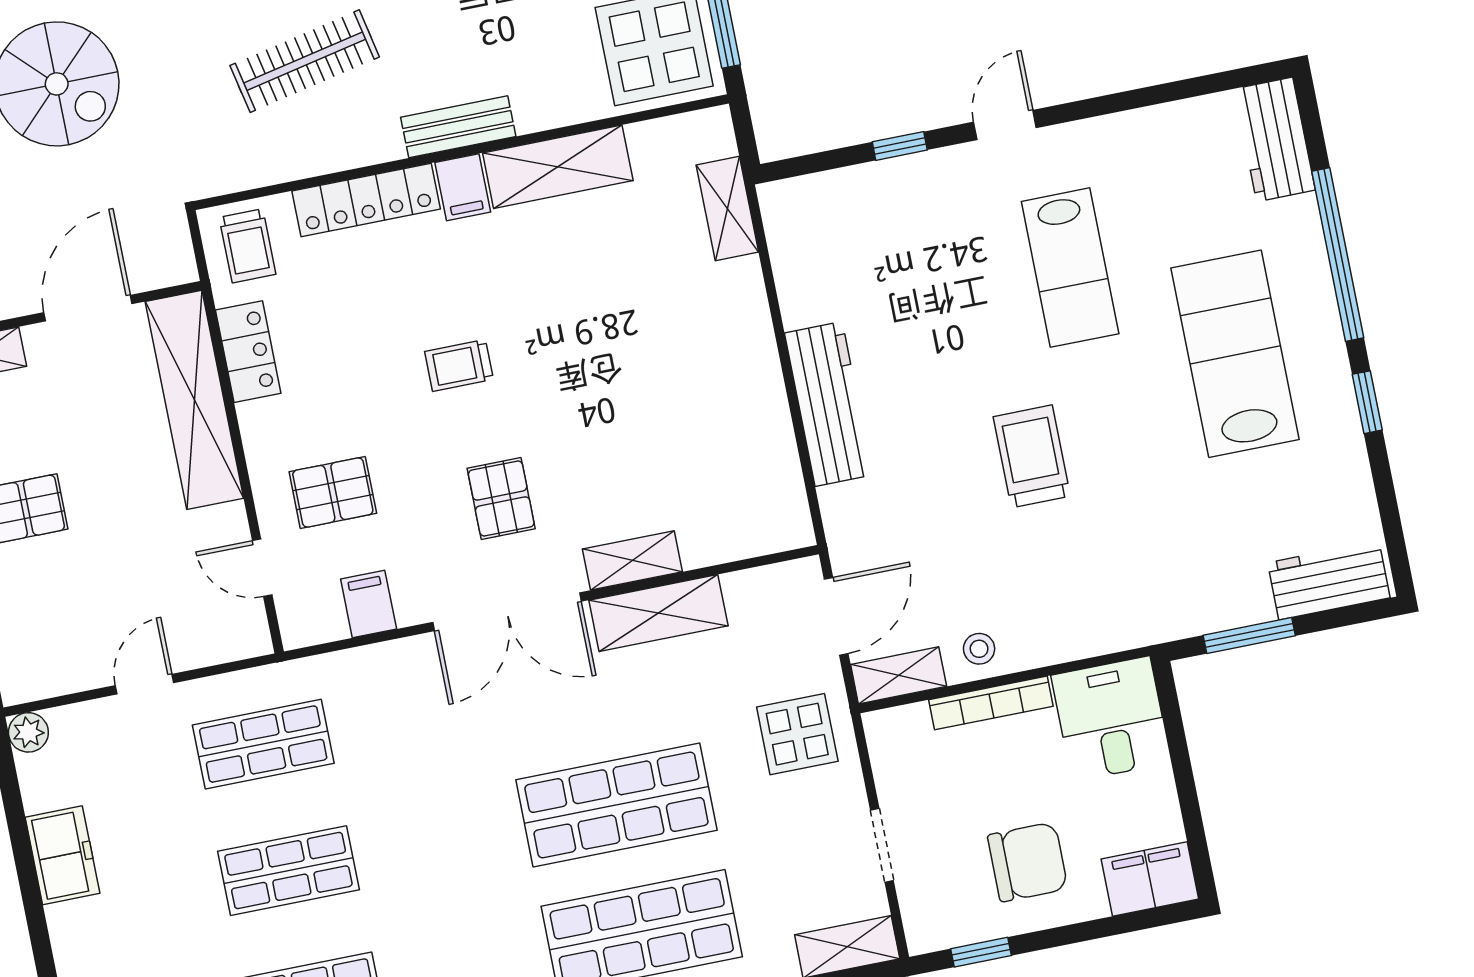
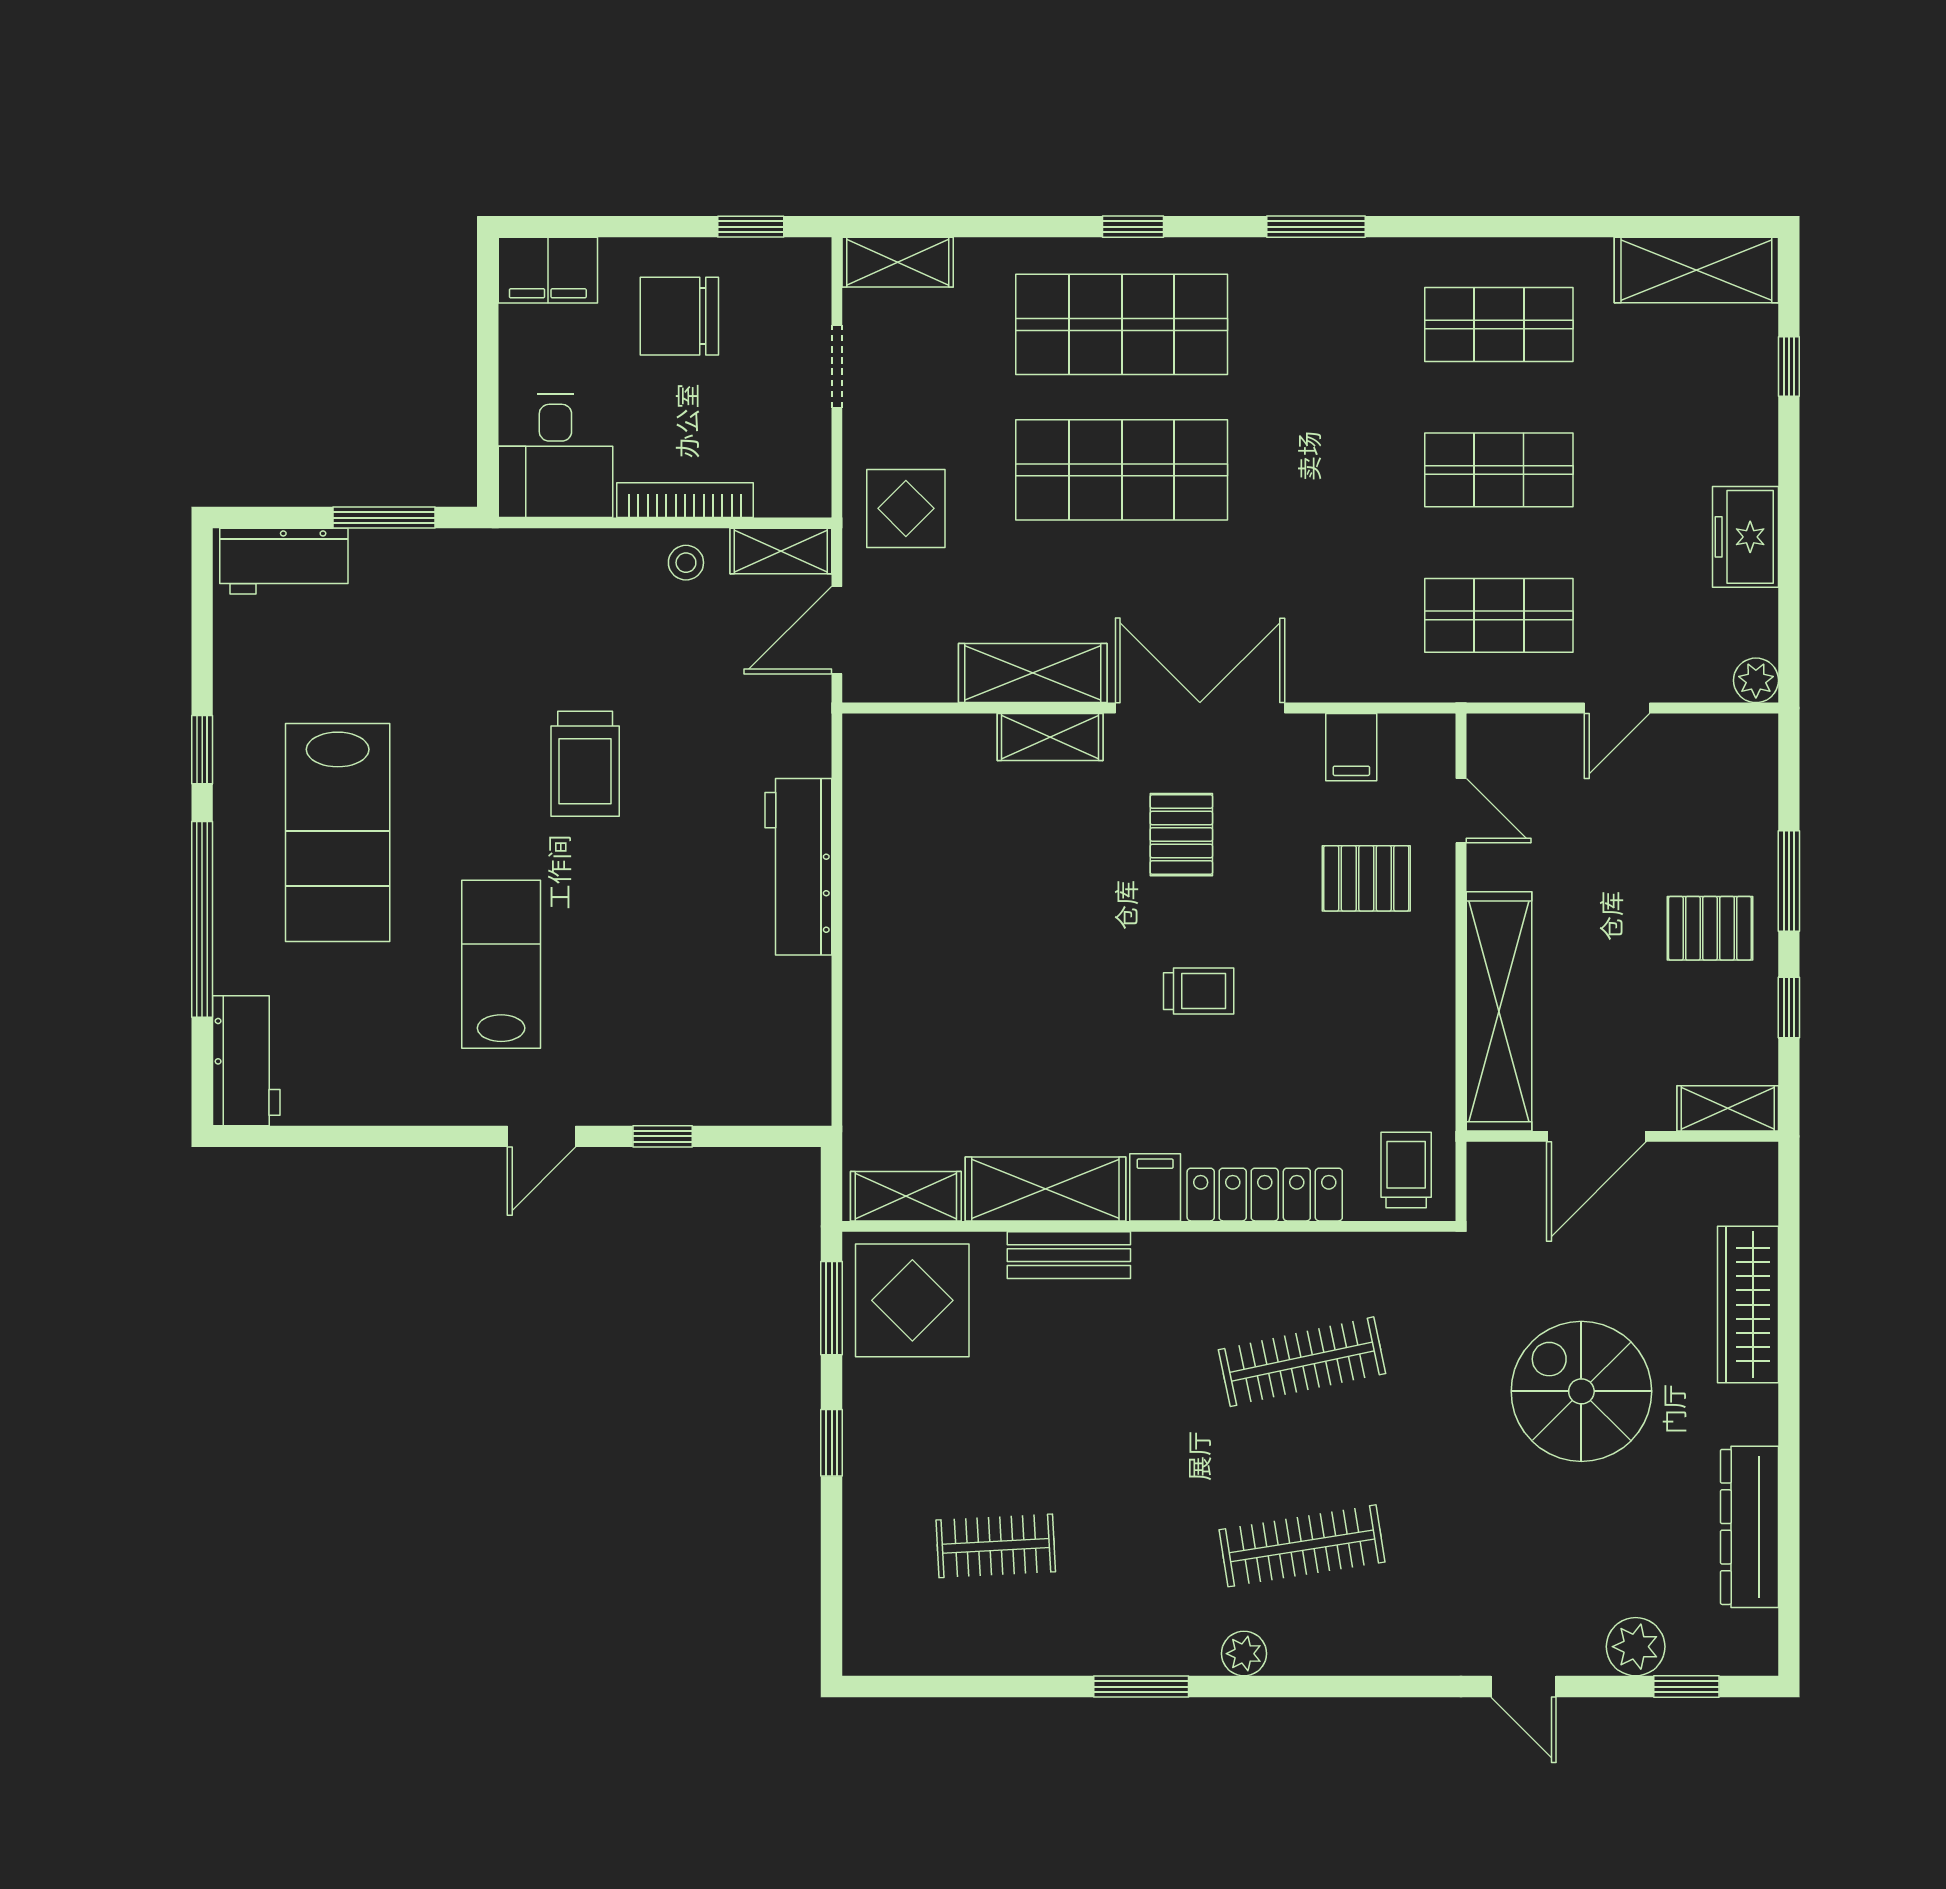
bench: (458, 127) -> (1069, 1255), moved
shelving: (727, 209) -> (906, 1196), moved, turned 90
locker: (248, 352) -> (1429, 1053), removed

